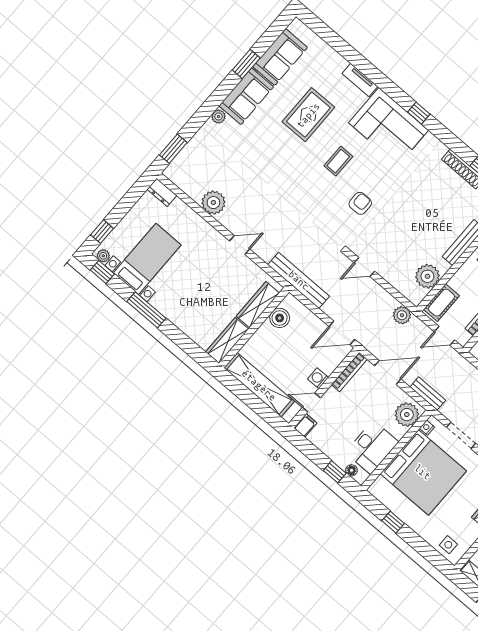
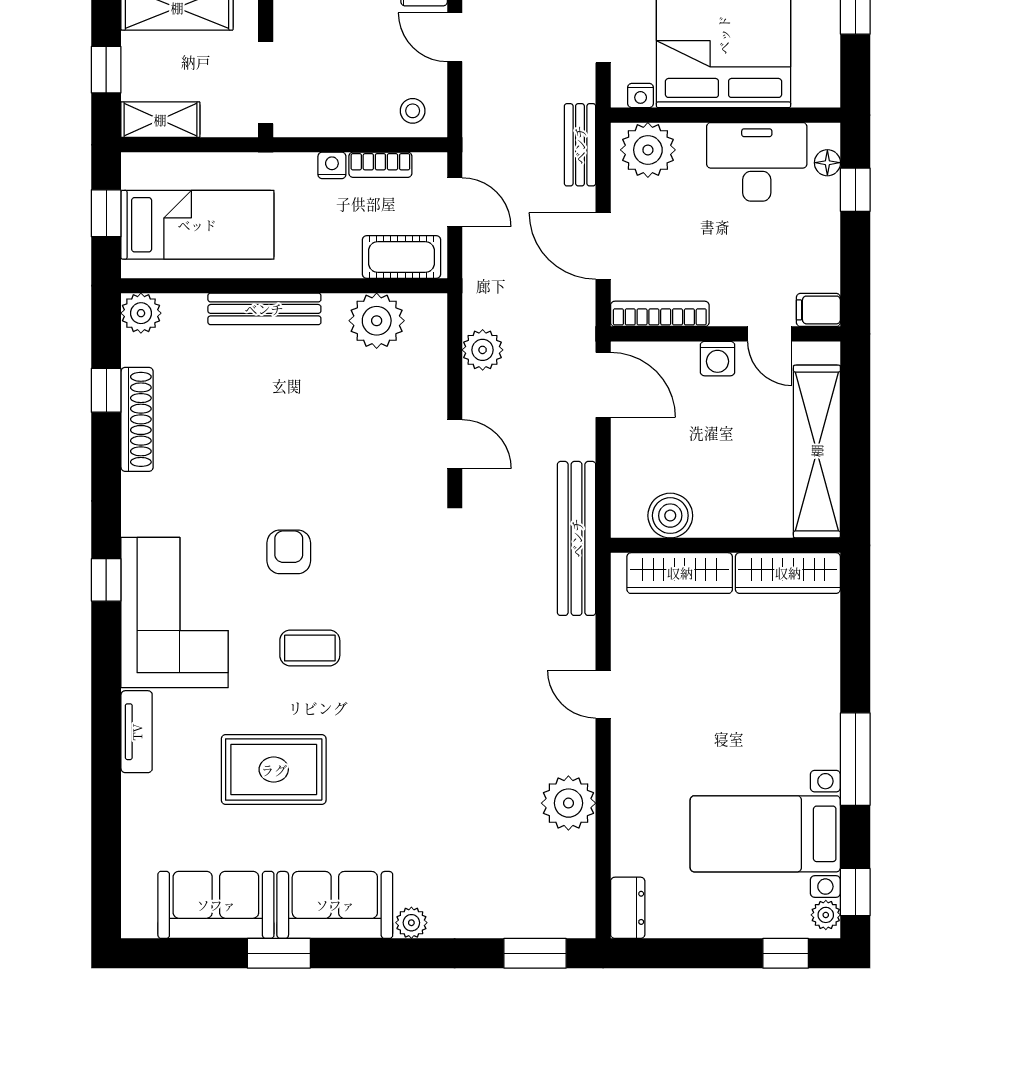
armchair: (360, 203) -> (289, 552), moved, turned 90
plant: (402, 315) -> (483, 350), moved

